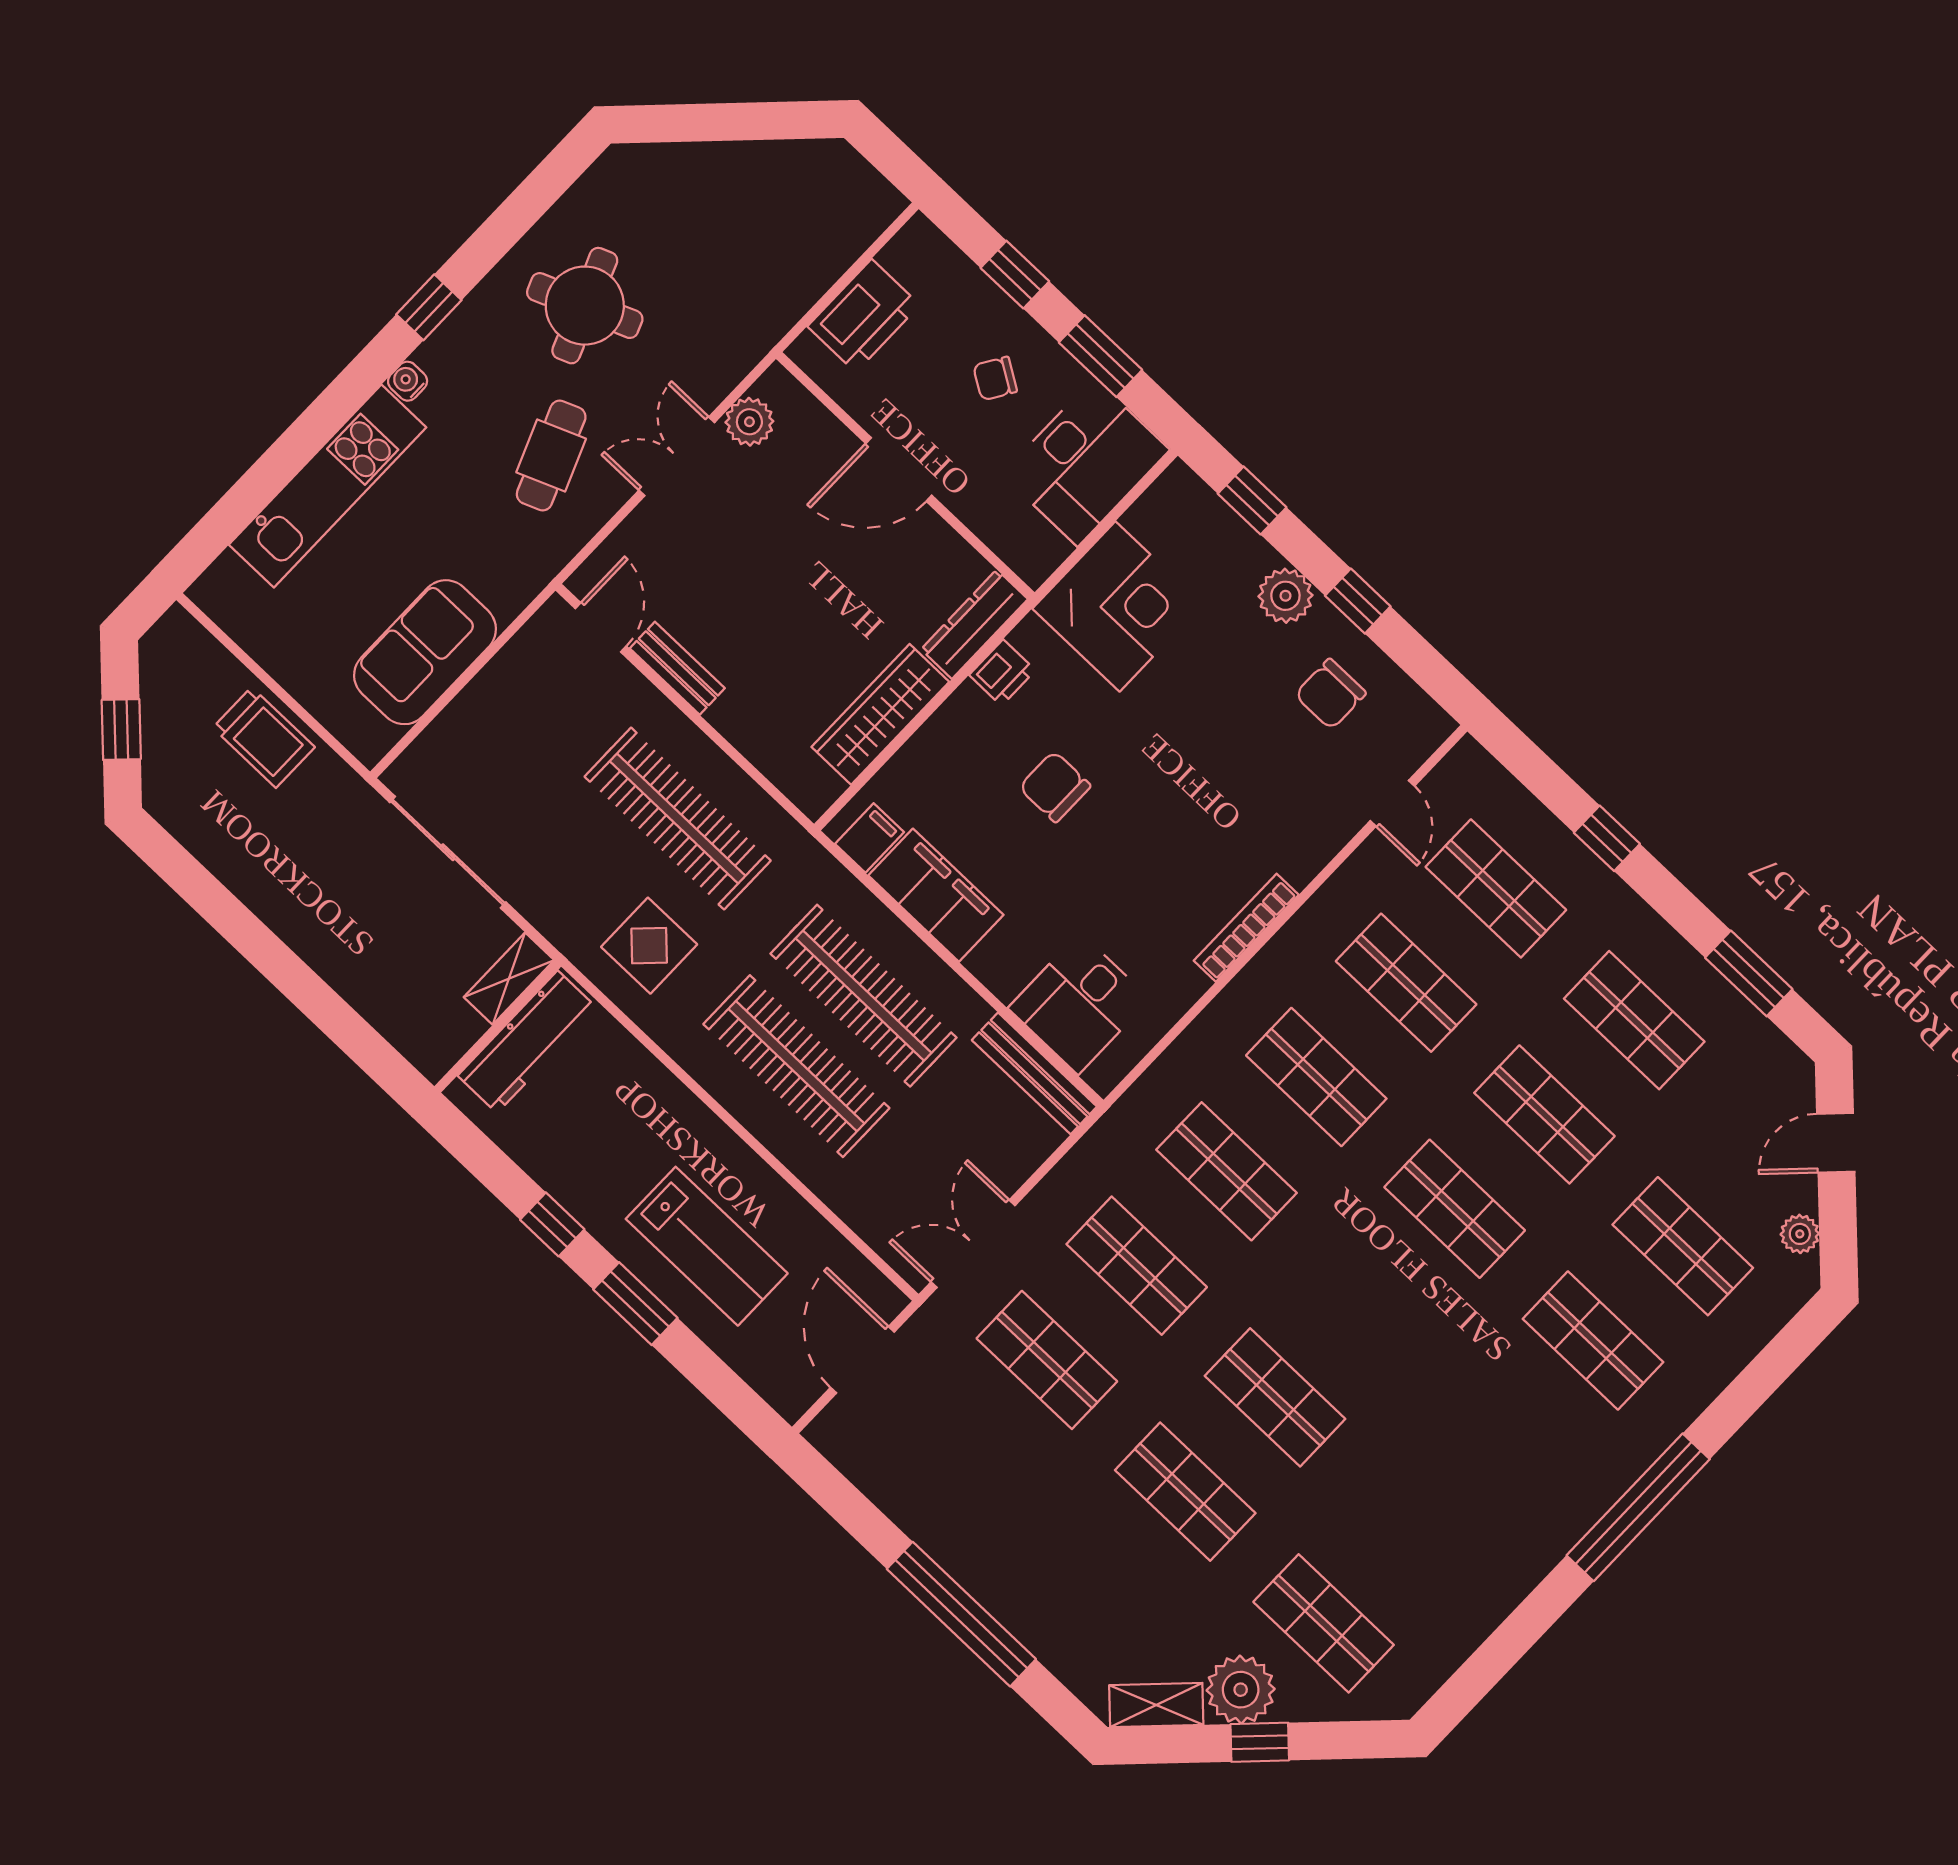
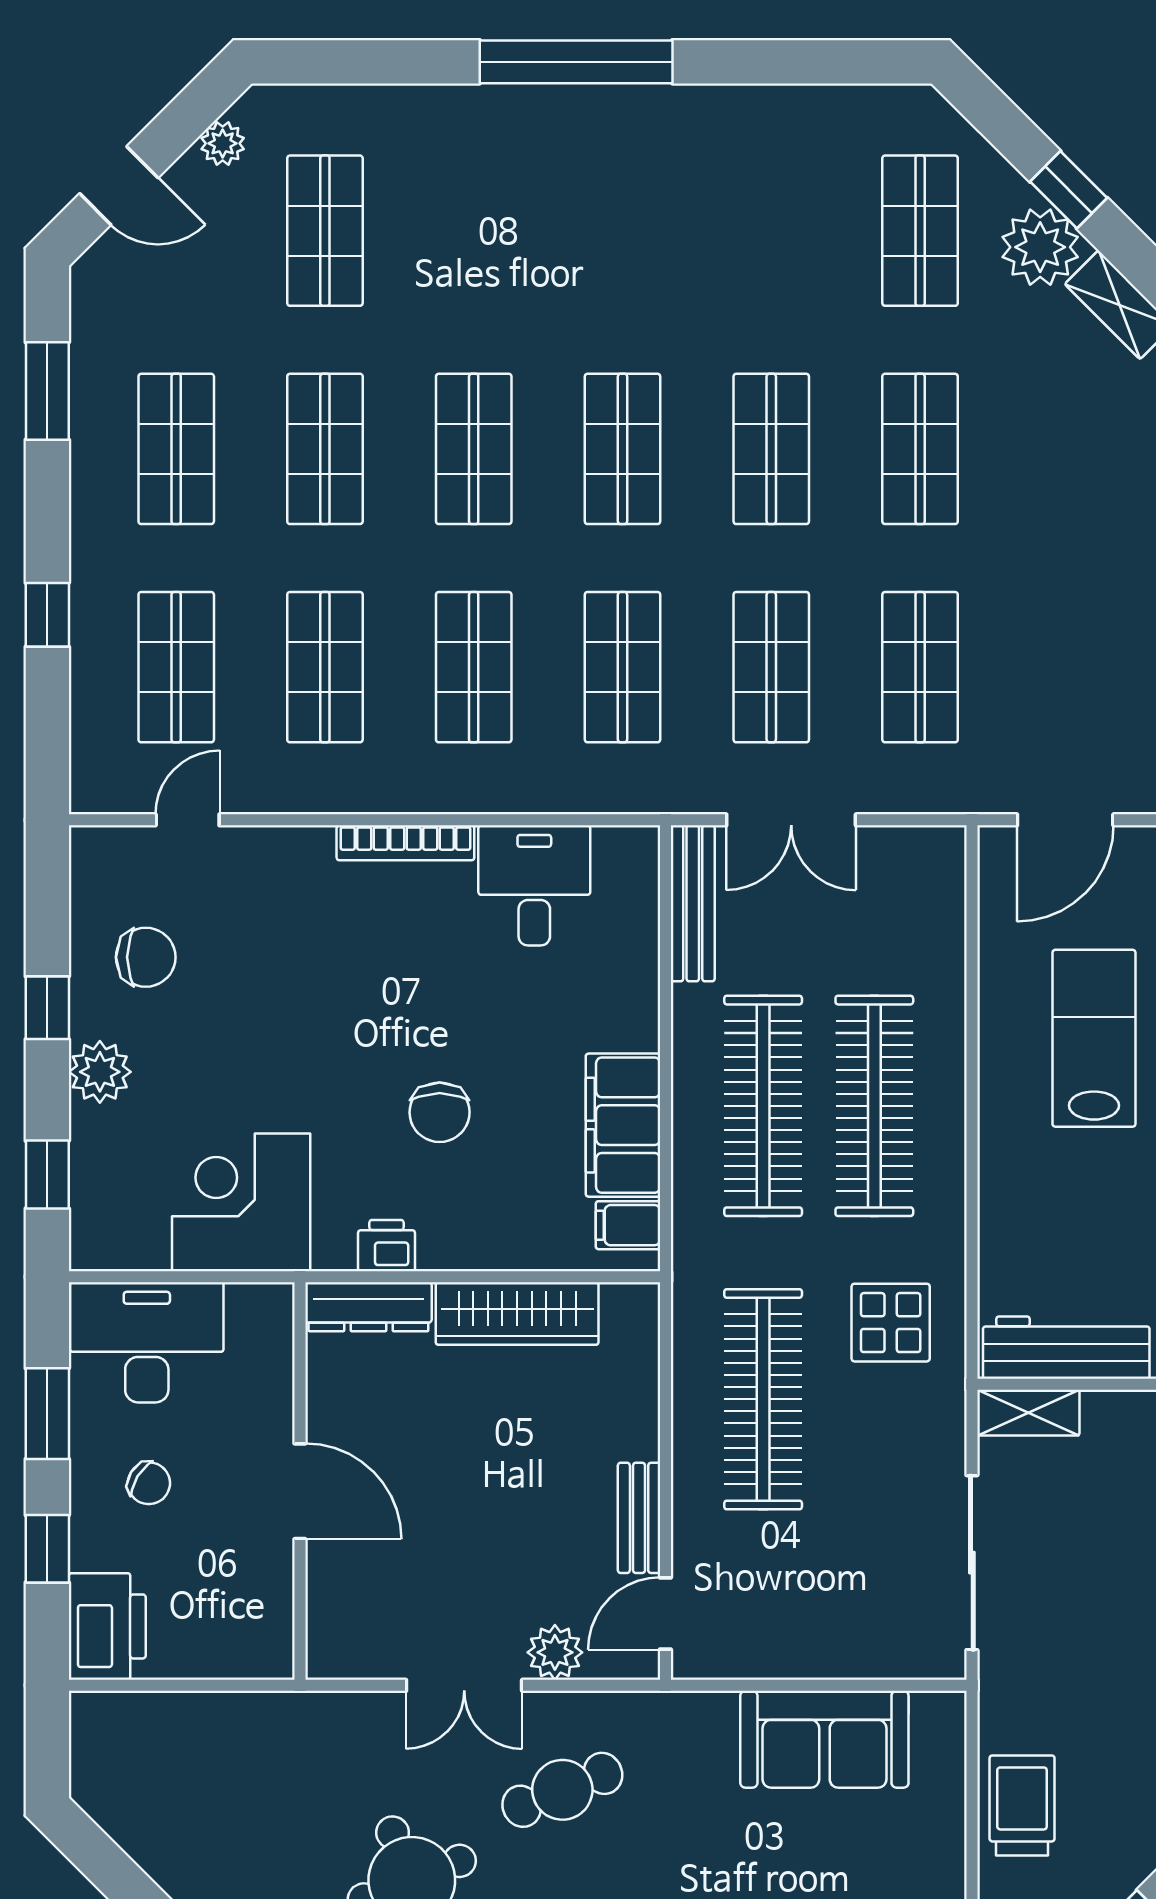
printer: (864, 316) -> (107, 1626), moved, turned 90
plant: (749, 422) -> (555, 1652), moved
desk: (1079, 1004) -> (534, 885), moved, turned -90
double door: (973, 1244) -> (791, 820), moved
shop shelf: (1593, 1340) -> (622, 449), moved

